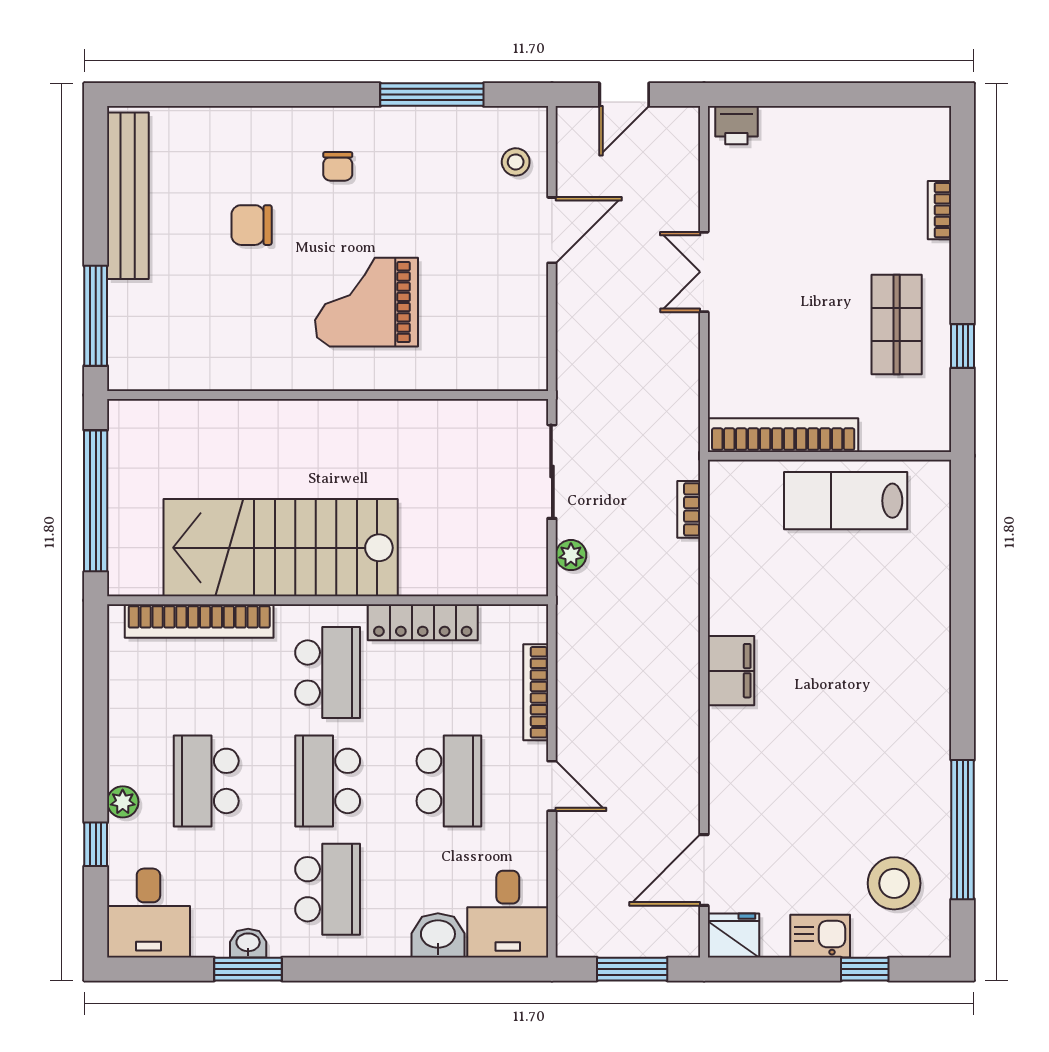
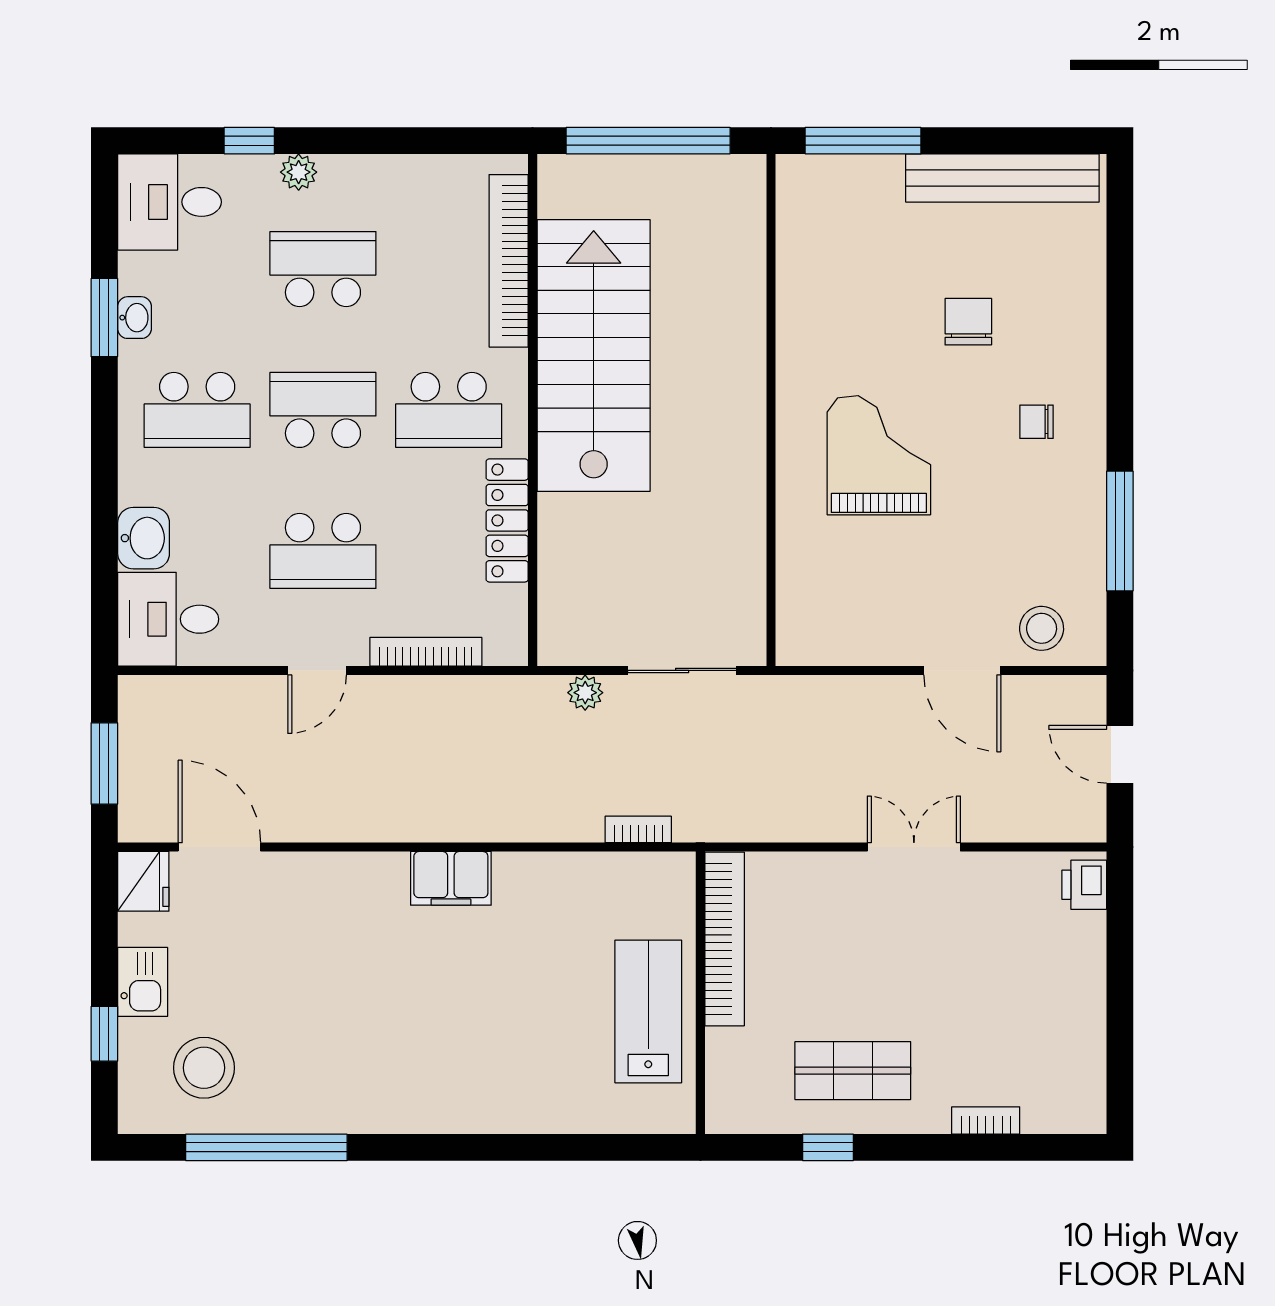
stool: (516, 162) -> (1042, 628), width x1.37, depth x1.37

